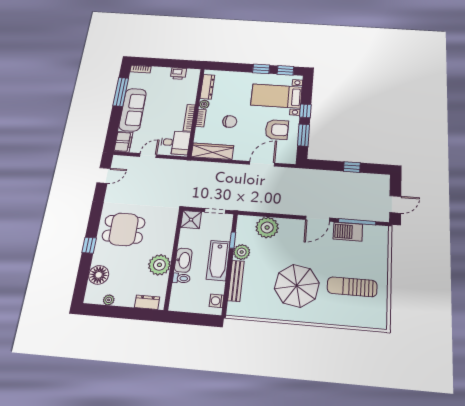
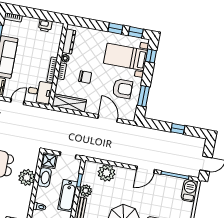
window: (305, 111) -> (151, 56), moved
door: (262, 164) -> (108, 118), hinge flipped
barbecue: (348, 232) -> (190, 190), moved, turned 90
washbasin: (183, 260) -> (44, 177), moved
plant: (159, 265) -> (27, 177), moved

